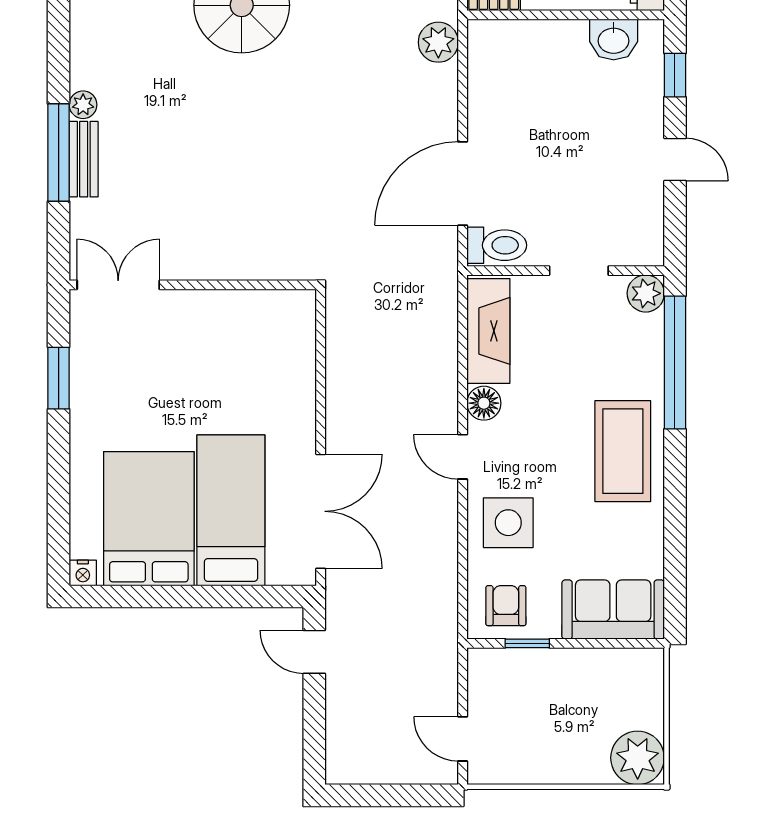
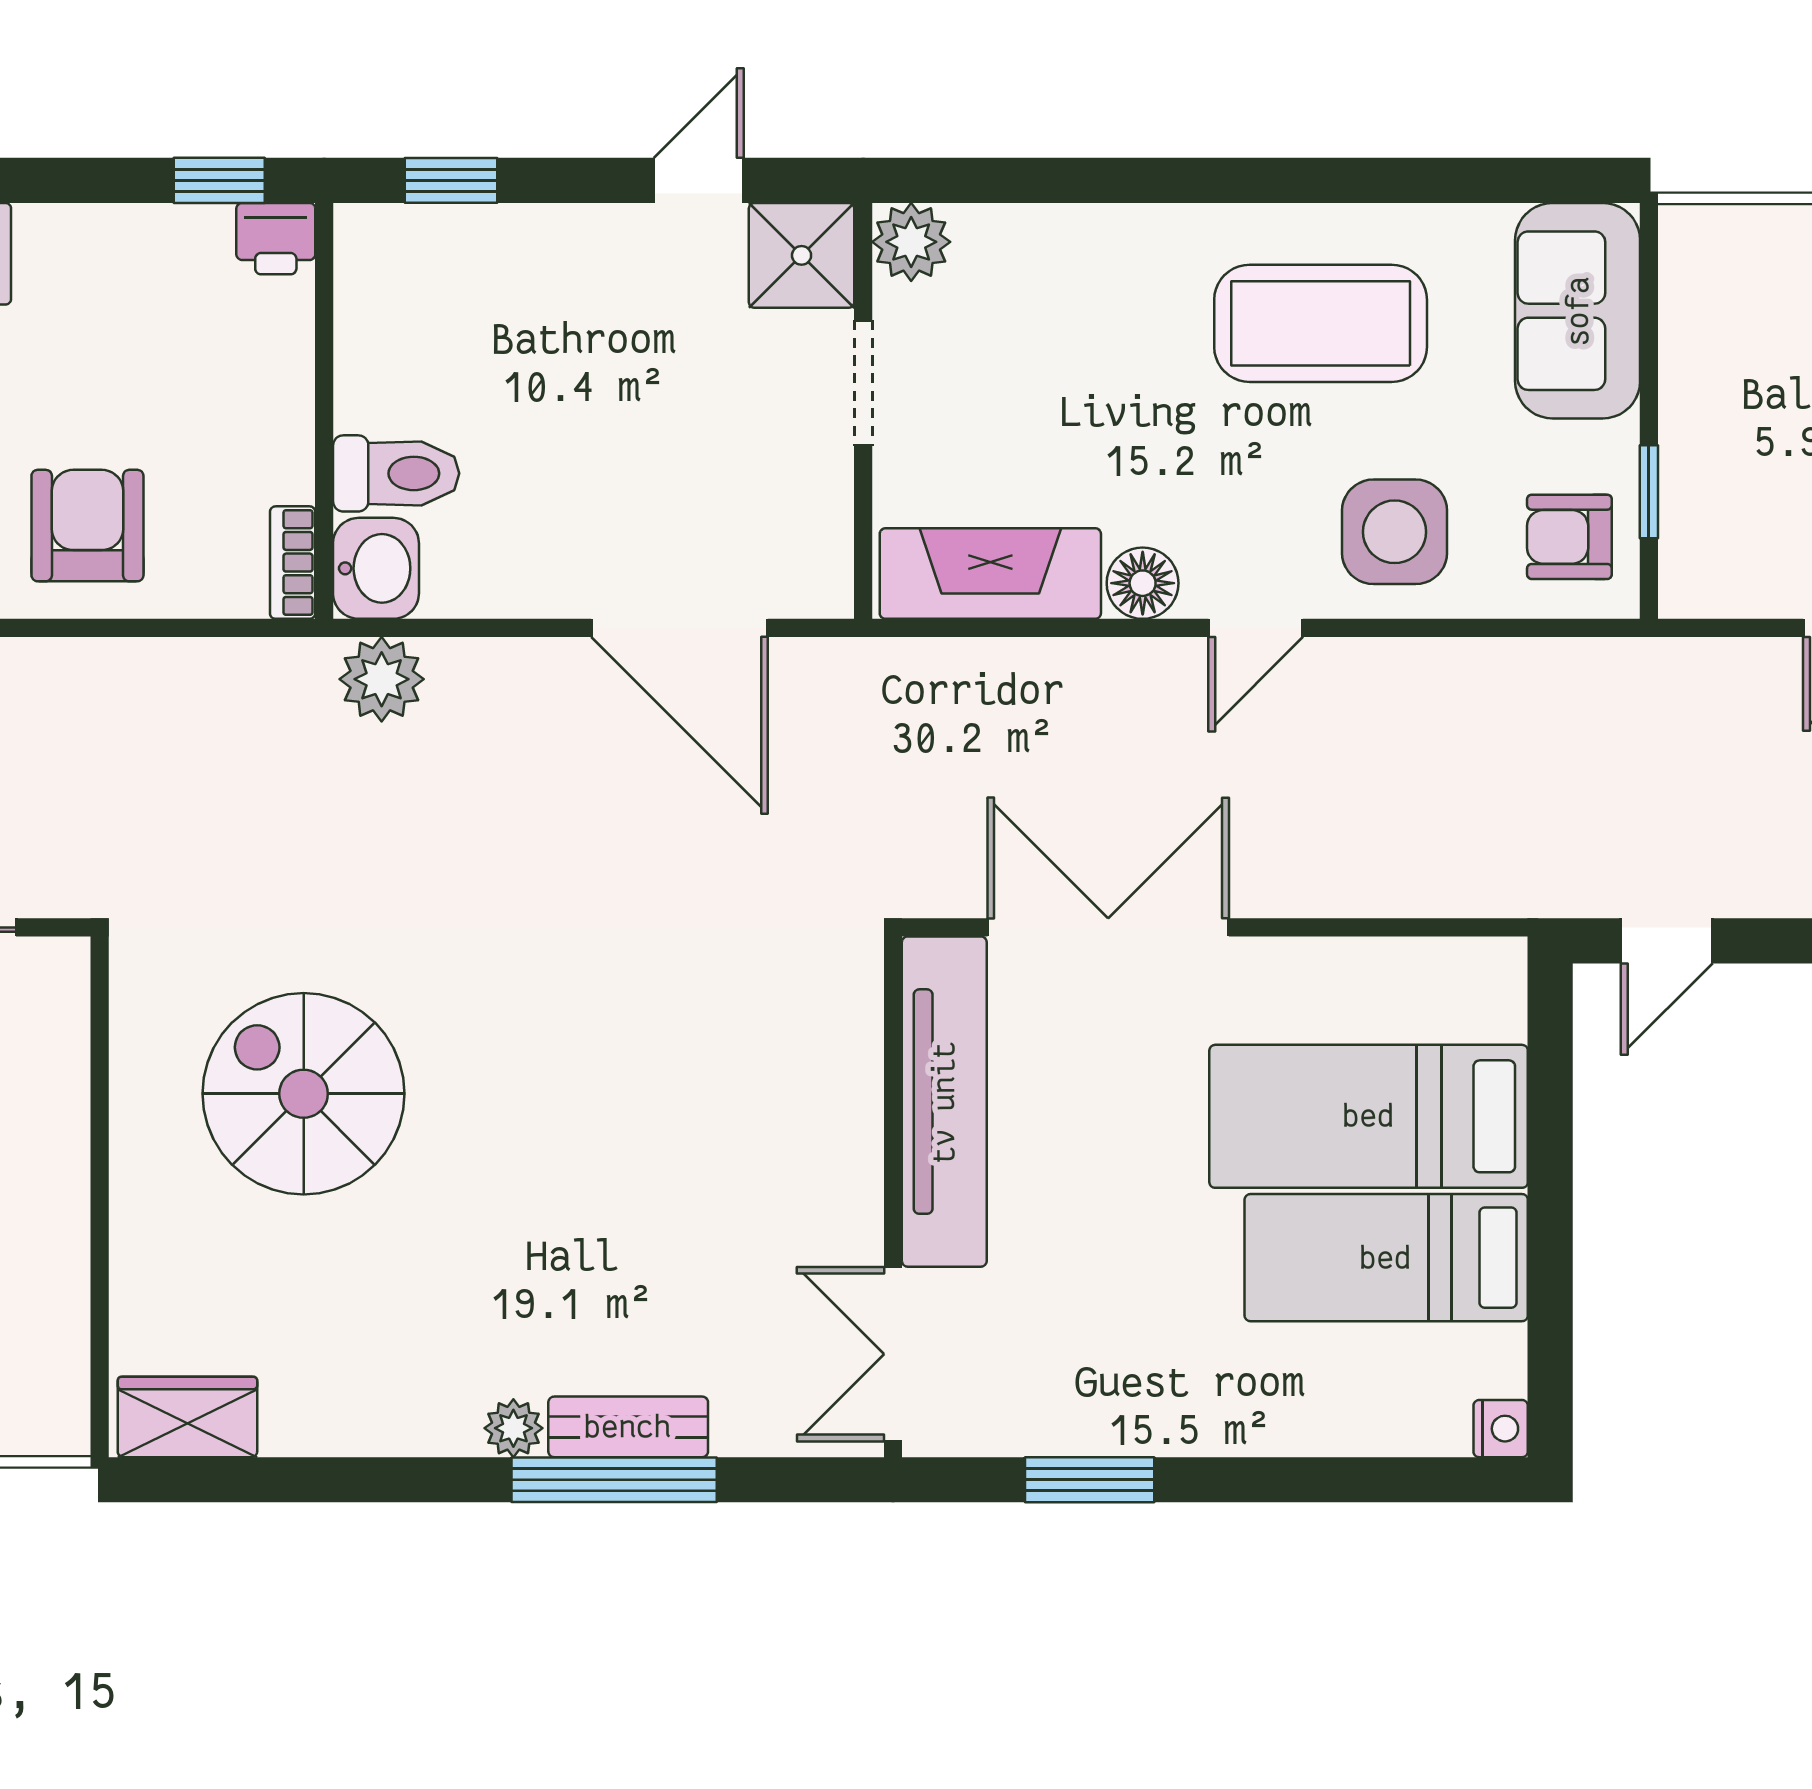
washbasin: (614, 40) -> (376, 568), moved
door: (675, 160) -> (699, 180), moved
shower: (639, 241) -> (802, 255), added
toilet: (497, 245) -> (396, 473), moved, turned 90
tv unit: (238, 309) -> (944, 1102), added
window: (675, 362) -> (1057, 180), removed
coffee table: (623, 451) -> (1321, 323), moved
double door: (321, 511) -> (1108, 927), moved
bed: (149, 519) -> (1386, 1258), width x0.67

